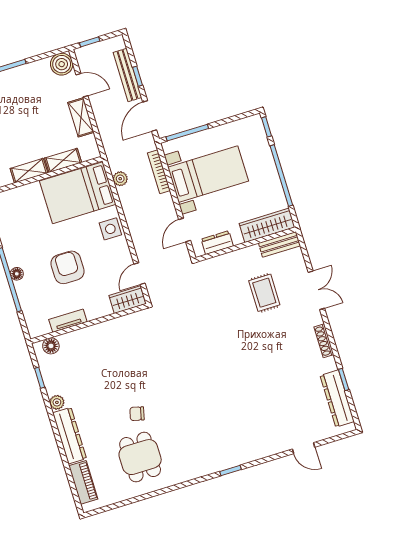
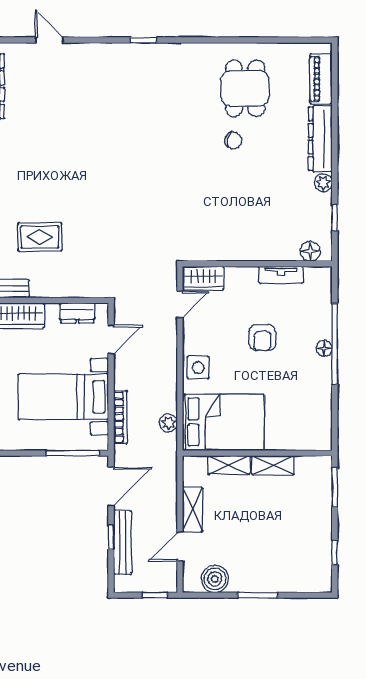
boiler: (62, 64) -> (215, 579), moved
door: (82, 85) -> (180, 547), hinge flipped
armchair: (68, 267) -> (262, 338), width x0.72, depth x0.72
rug: (264, 293) -> (40, 237), turned 90

